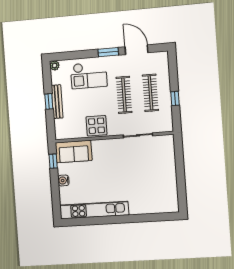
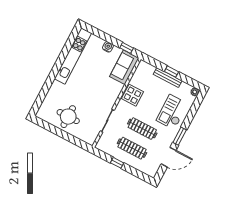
round table: (159, 178) -> (68, 117), added

